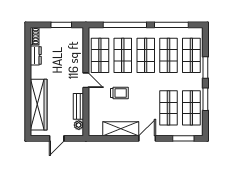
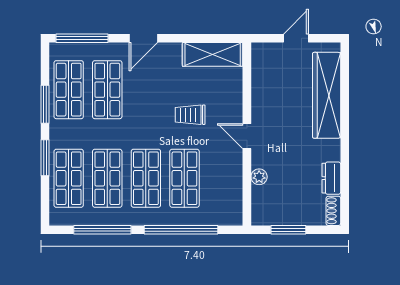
shop shelf: (100, 55) -> (223, 178), removed
bench: (78, 106) -> (259, 92), removed
plant: (79, 125) -> (259, 177), moved
shelving: (121, 129) -> (213, 54), moved
window: (183, 138) -> (82, 38), width x1.44

